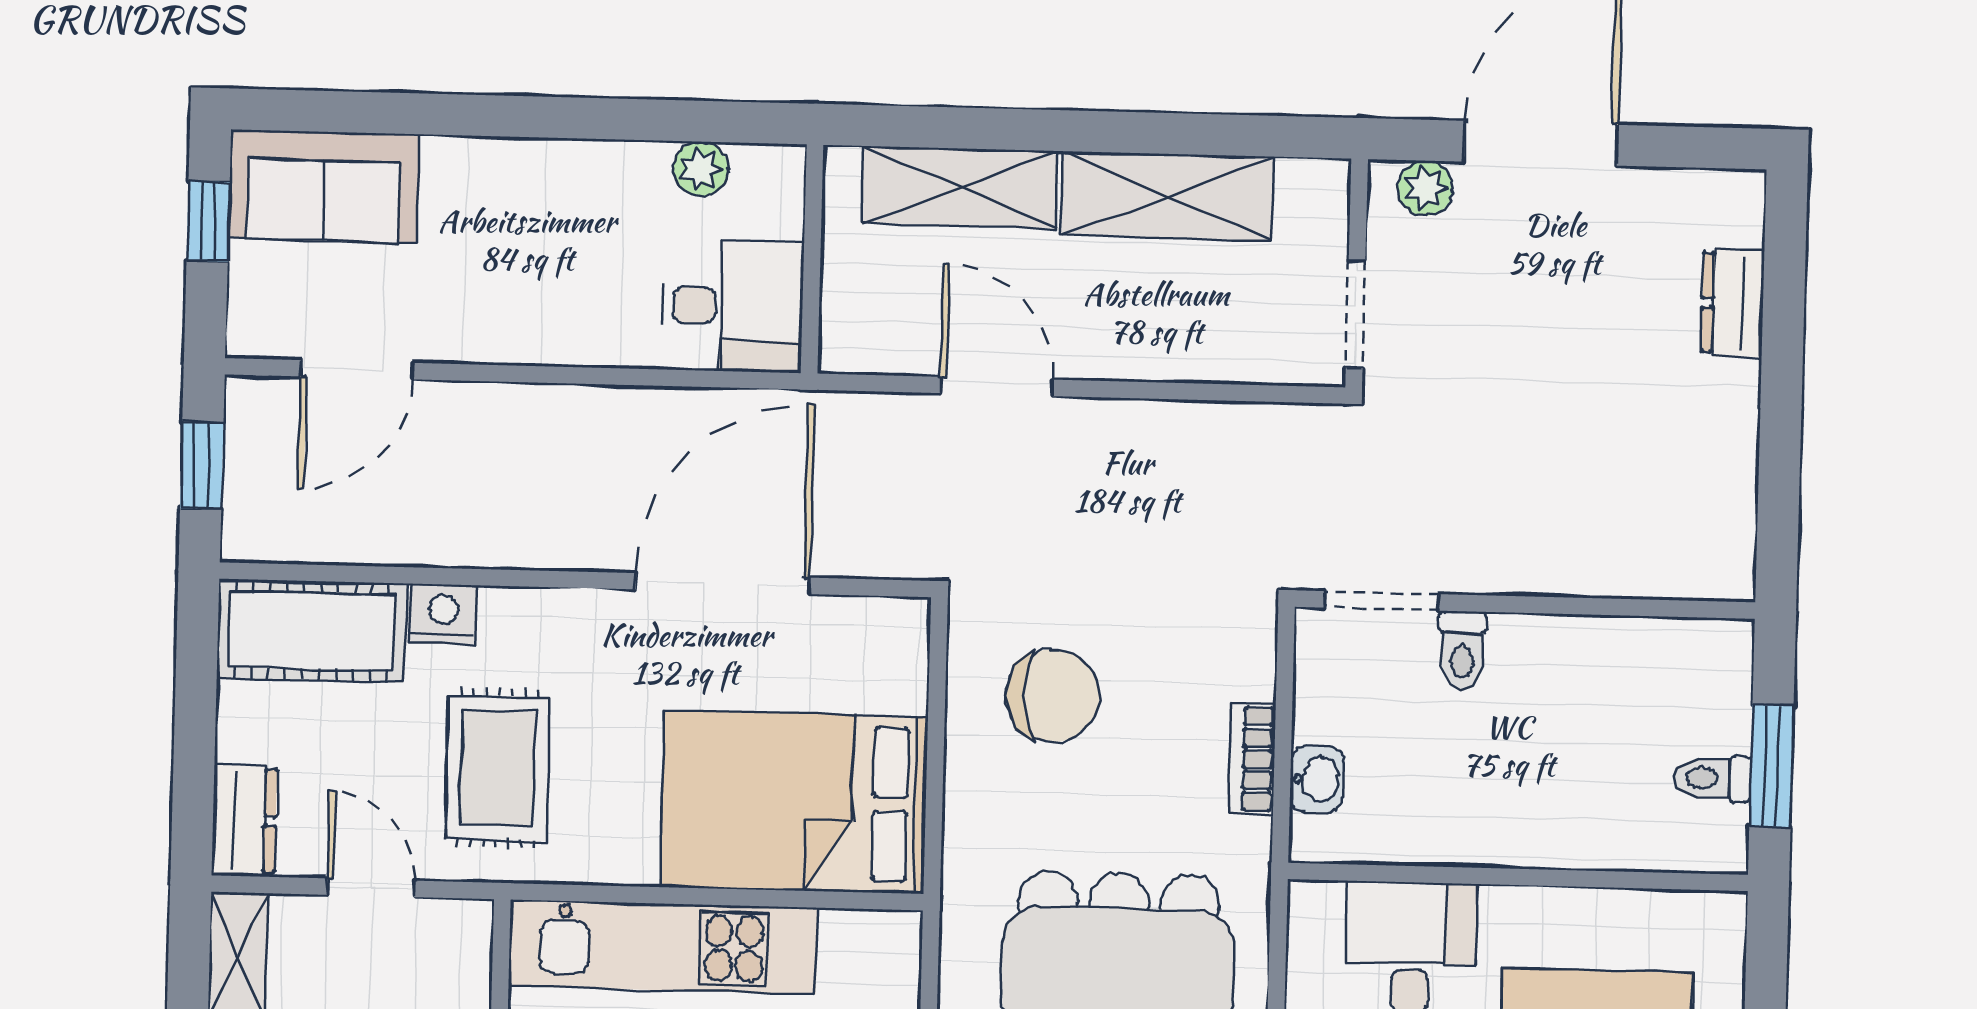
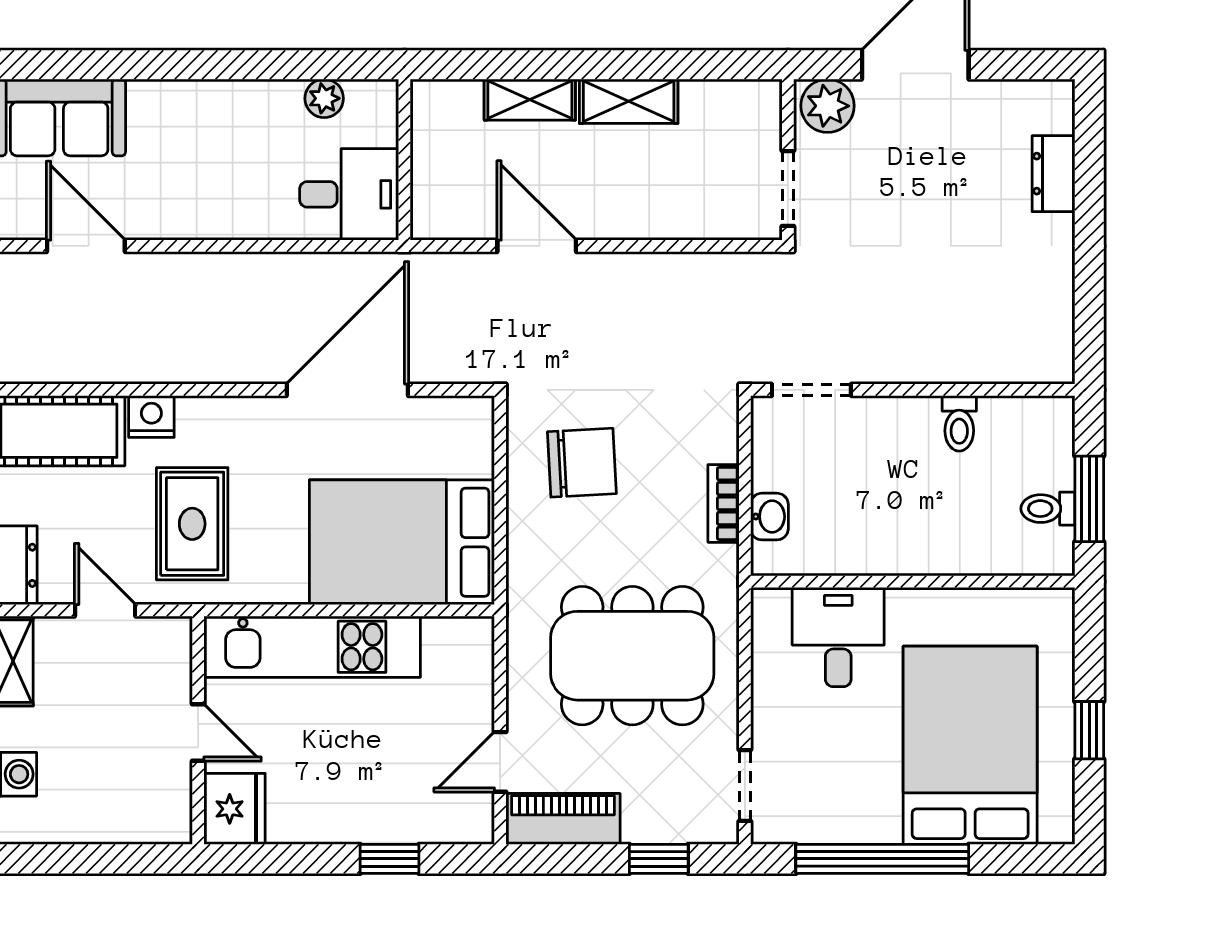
shelving: (960, 187) -> (530, 100), width x0.67, depth x0.75
plant: (1425, 188) -> (828, 106), width x1.38, depth x1.38
shelving: (1167, 196) -> (629, 101), width x0.67, depth x0.75
door: (357, 370) -> (86, 246), swing flipped
toilet: (1462, 651) -> (959, 423), moved

